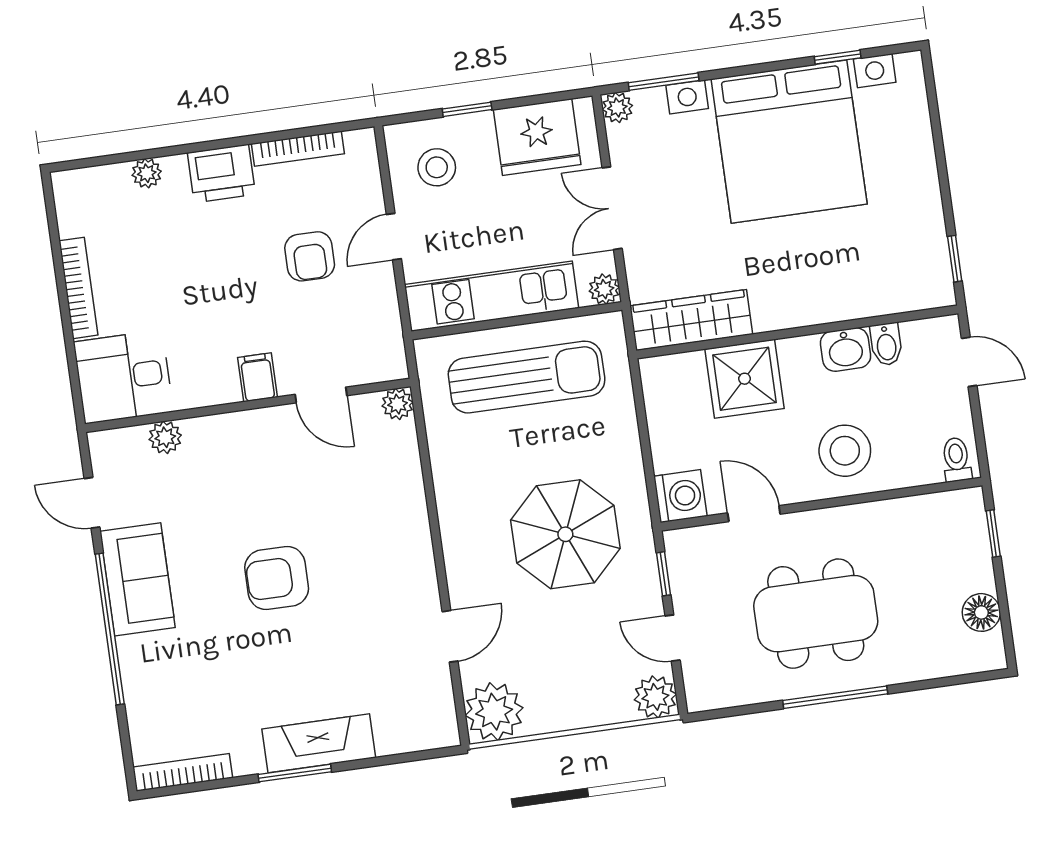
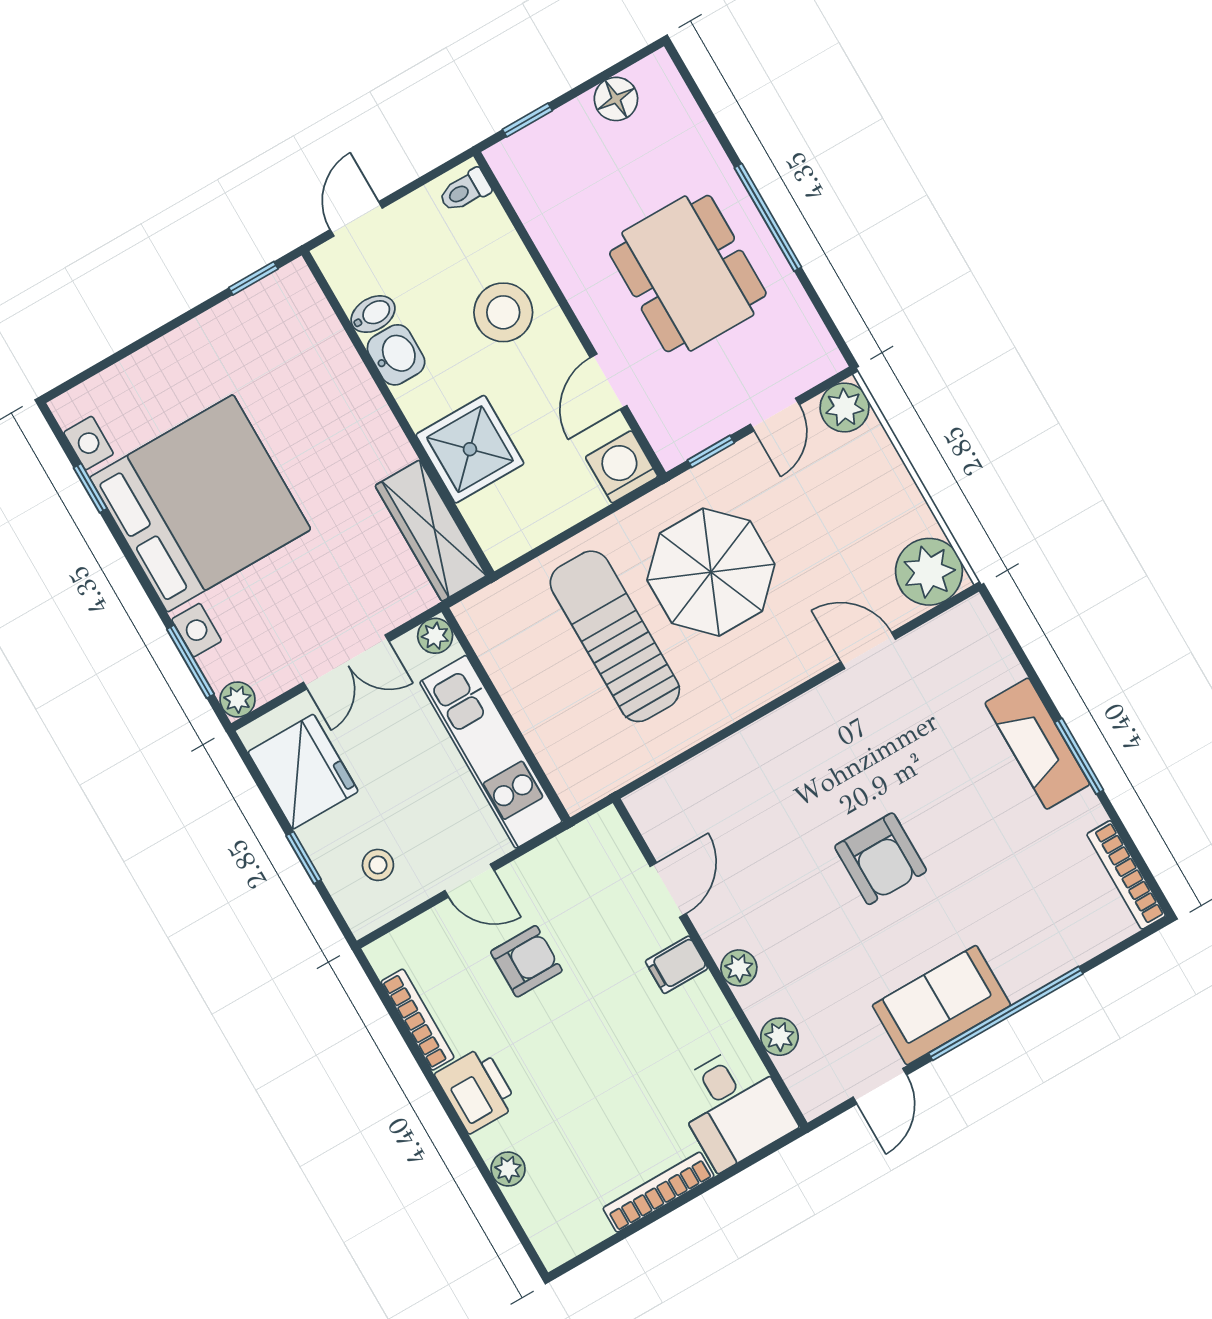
stool: (437, 167) -> (378, 865), width x0.73, depth x0.73
sun lounger: (527, 377) -> (615, 636), moved
plant: (397, 404) -> (739, 968), moved

